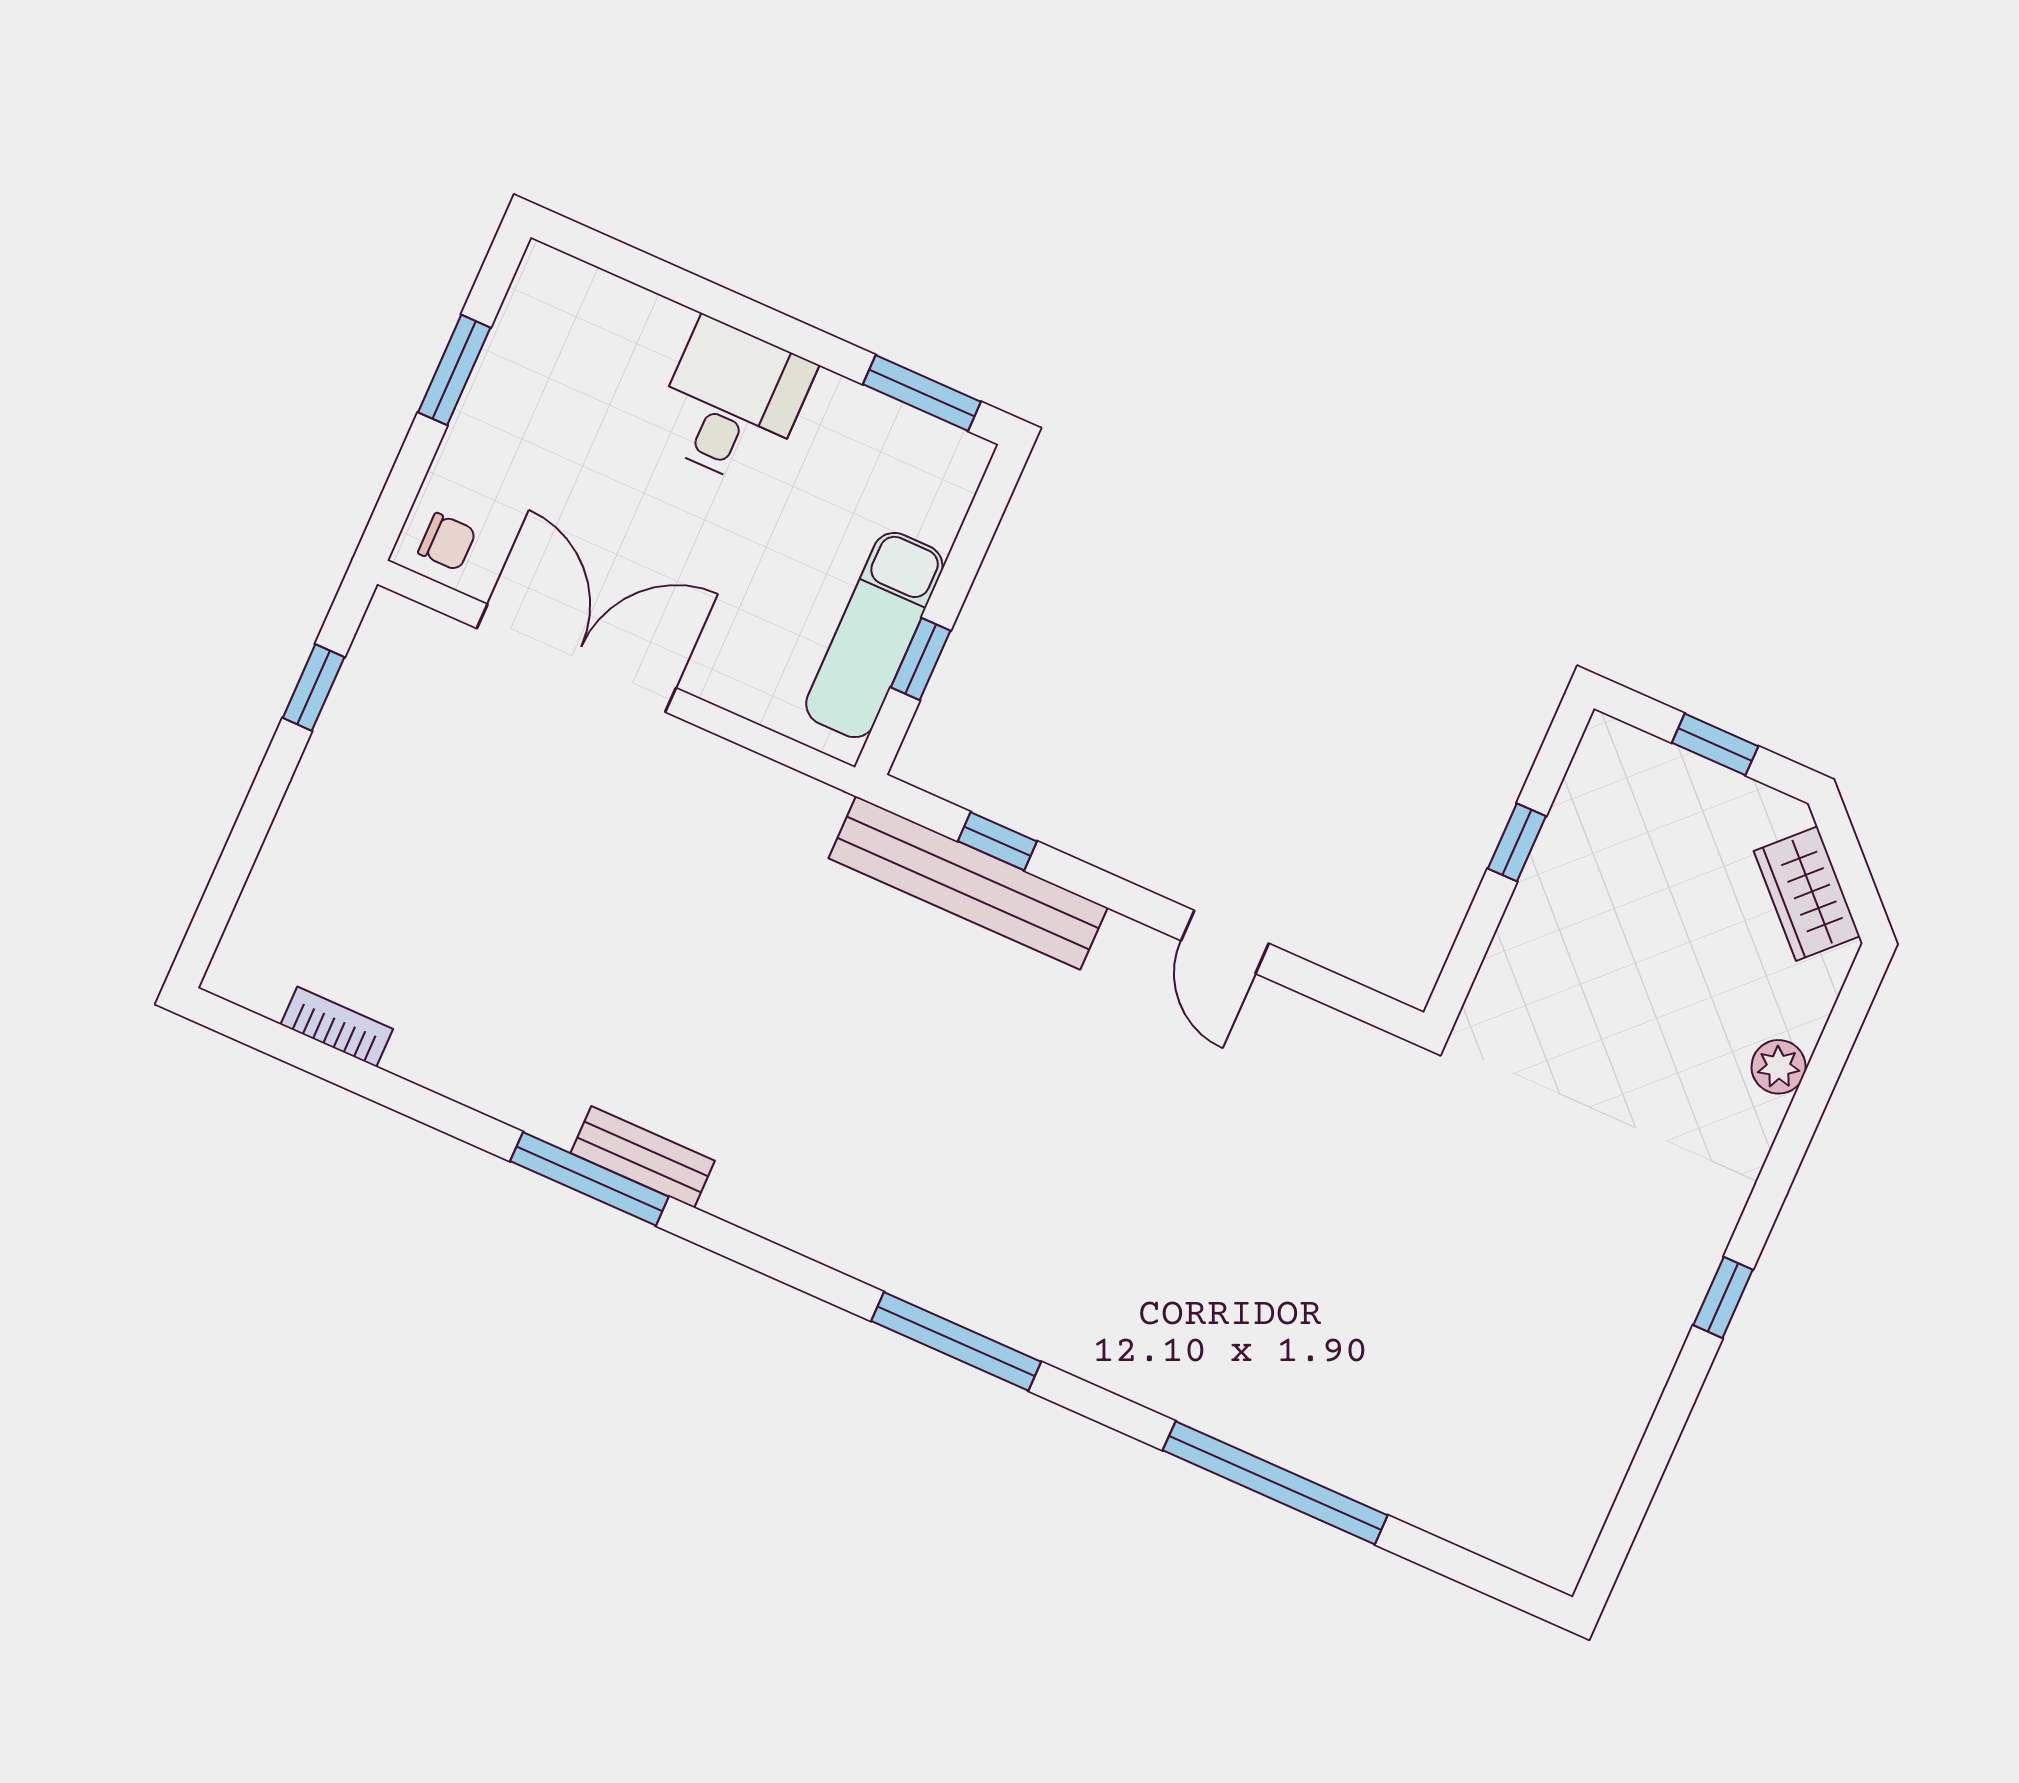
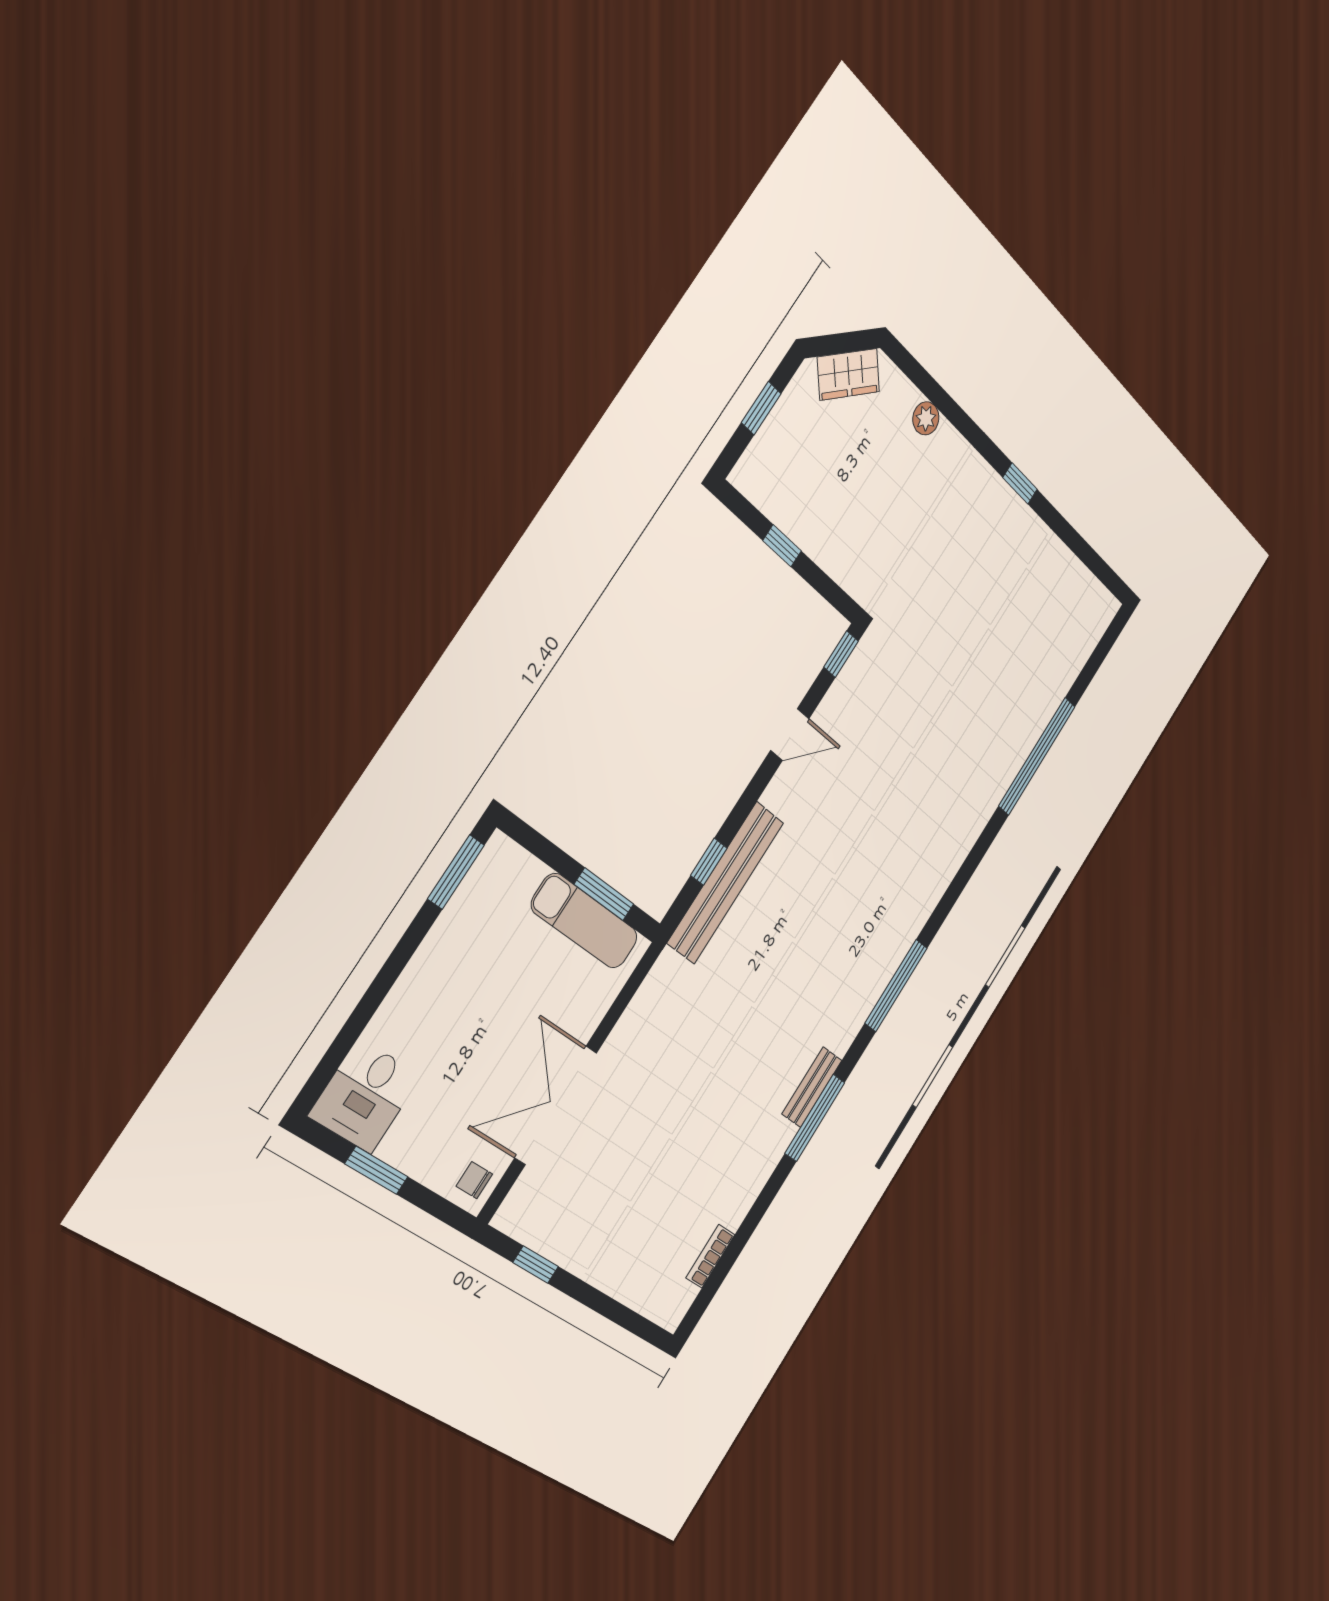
desk: (732, 402) -> (365, 1096), moved, turned -90
chair: (447, 542) -> (474, 1180), turned -90
window: (921, 659) -> (604, 894), width x1.50
window: (1371, 1007) -> (841, 654), added
window: (956, 1341) -> (896, 986), moved

